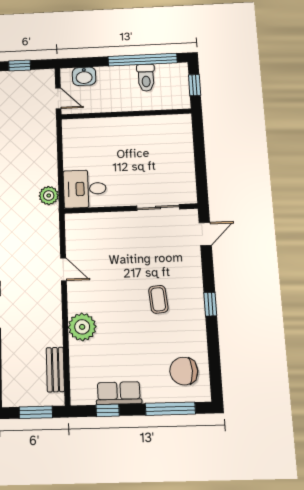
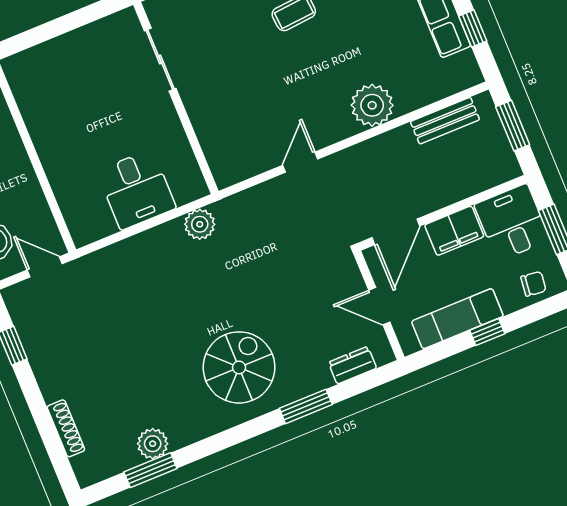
door: (58, 98) -> (45, 267), hinge flipped
desk: (85, 189) -> (136, 189), moved

